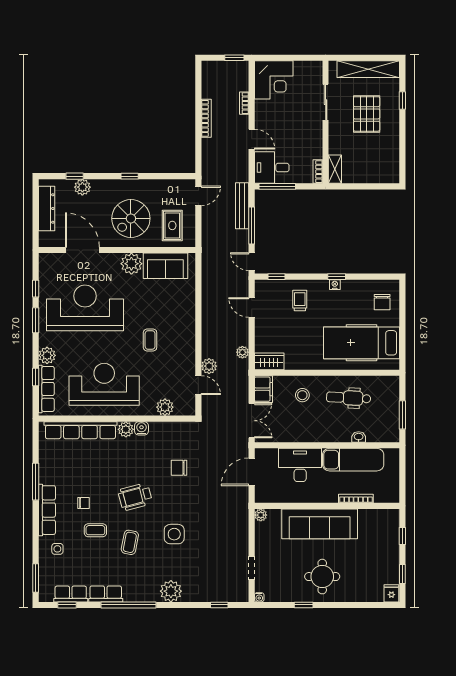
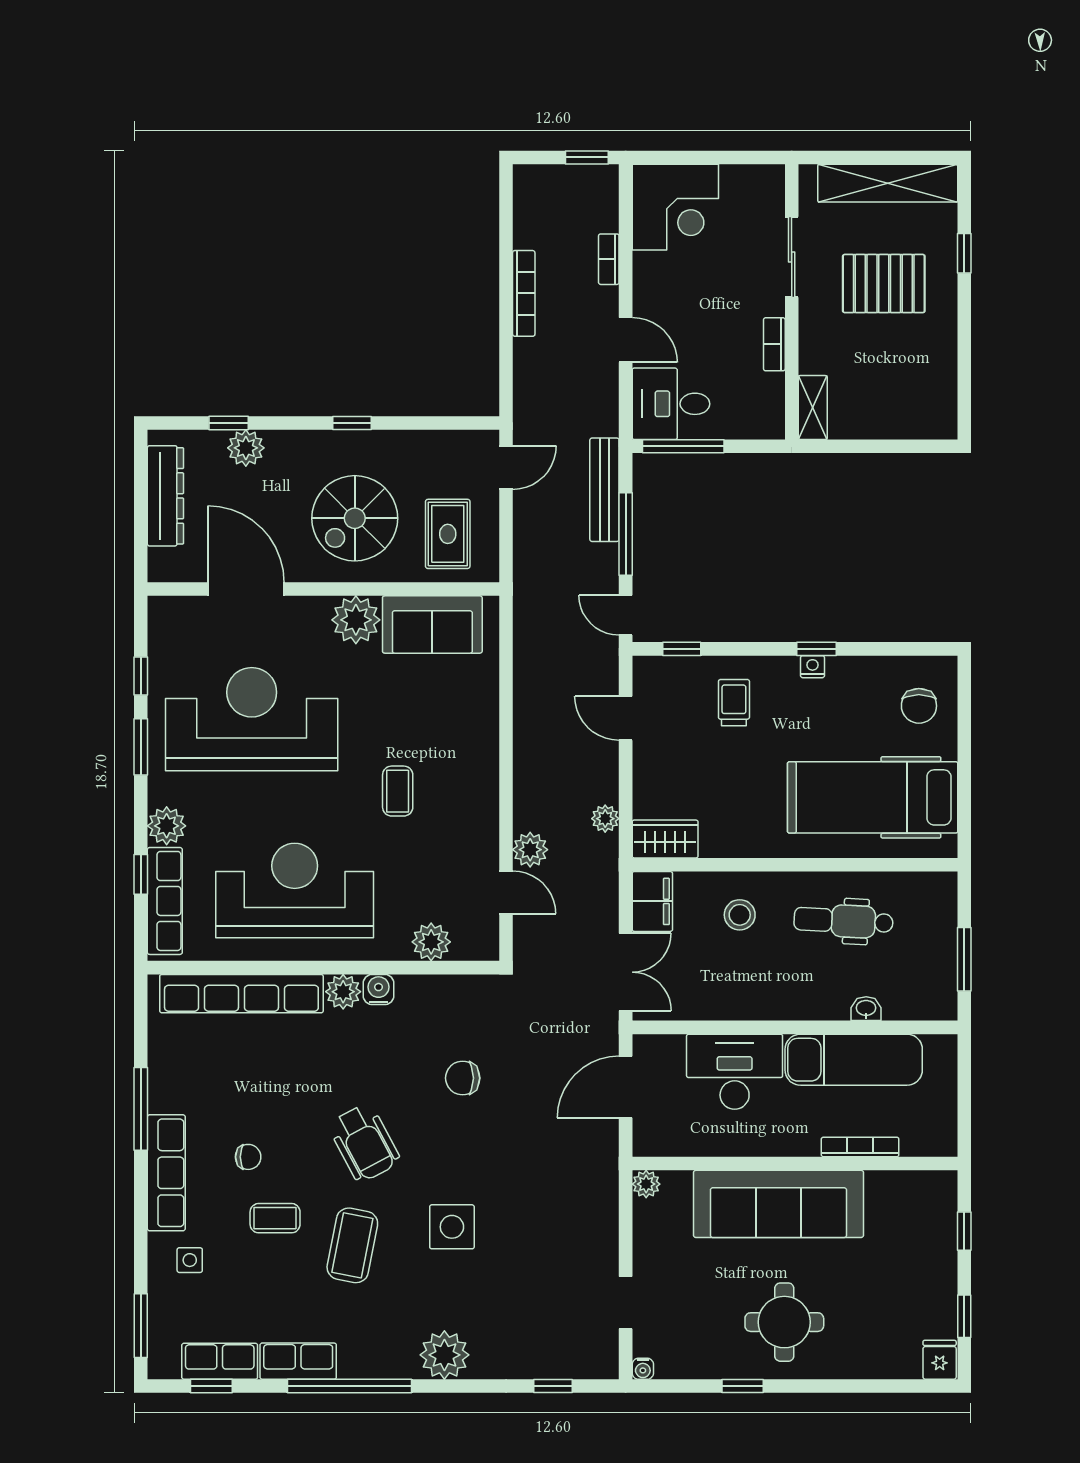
pallet: (367, 114) -> (884, 284), turned 90
bookcase: (318, 172) -> (774, 344), moved
wheelchair: (135, 497) -> (364, 1143), turned -103
coffee table: (130, 542) -> (352, 1245), width x1.36, depth x1.30

